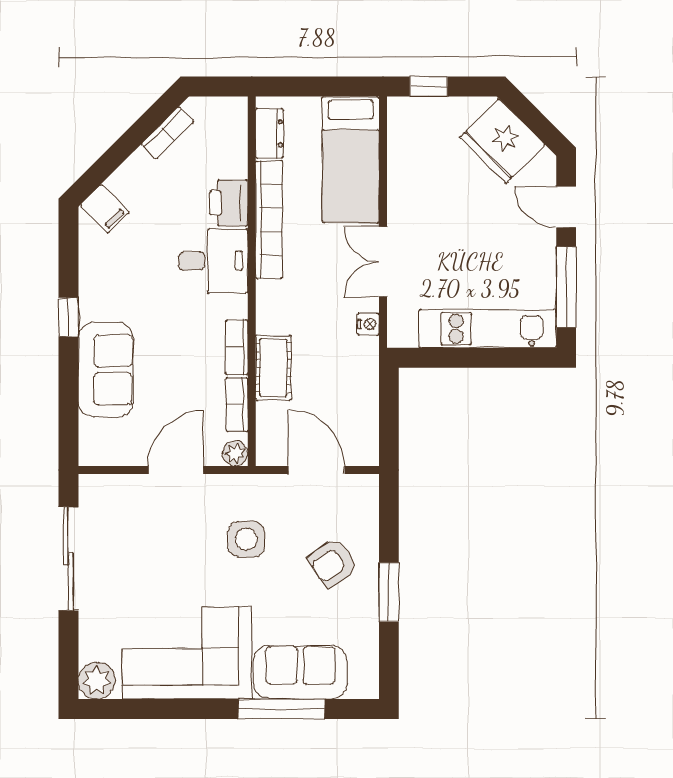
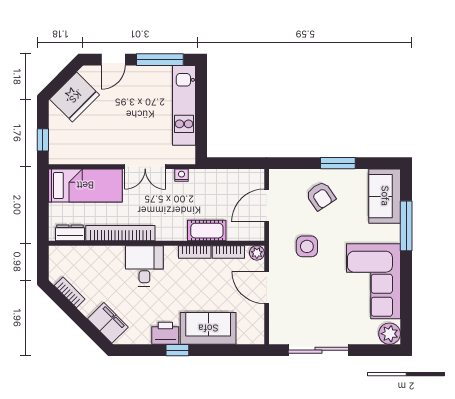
printer: (229, 203) -> (165, 333), moved, turned 180
filing cabinet: (105, 209) -> (108, 323), width x2.00
sofa: (300, 672) -> (385, 196), moved

